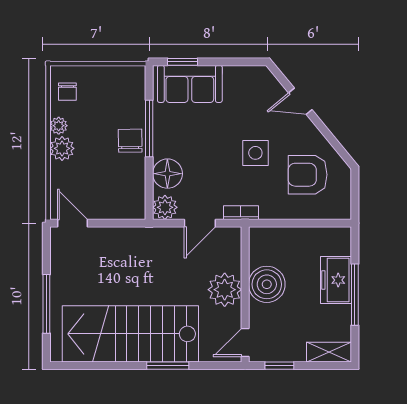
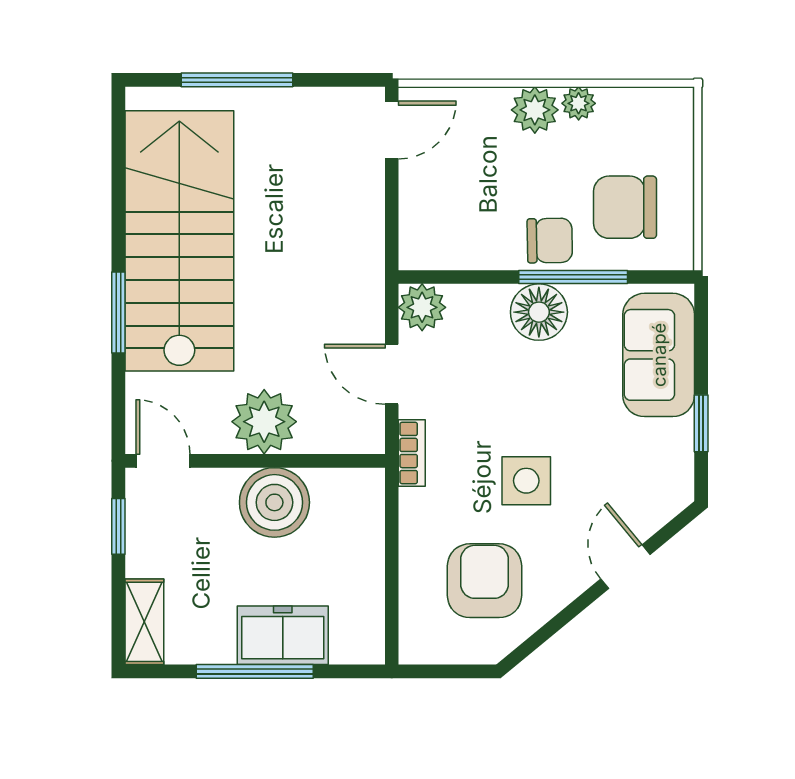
window: (182, 62) -> (701, 423), moved
chair: (67, 92) -> (625, 207), moved, width x1.87, depth x1.87
floor lamp: (167, 174) -> (539, 312), moved

